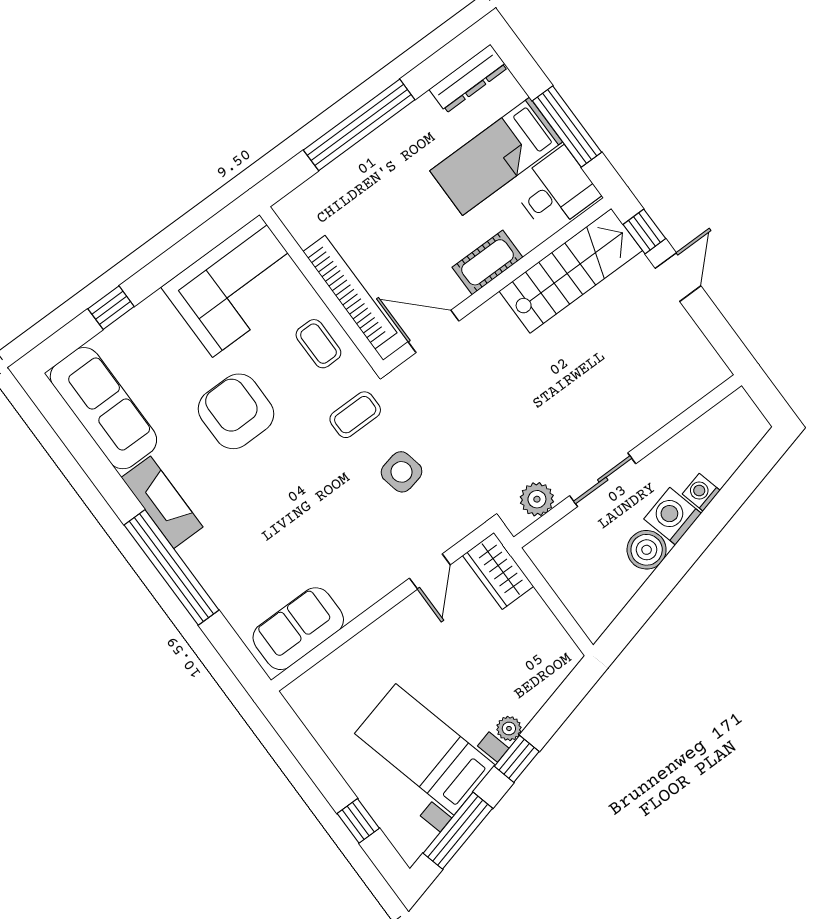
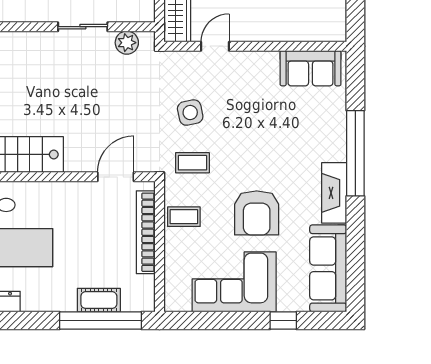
window: (359, 125) -> (100, 320), moved
cot: (487, 262) -> (99, 300), moved
corner sofa: (236, 286) -> (234, 282), moved
door: (433, 331) -> (116, 177), swing flipped
coffee table: (318, 344) -> (184, 217), turned 90

